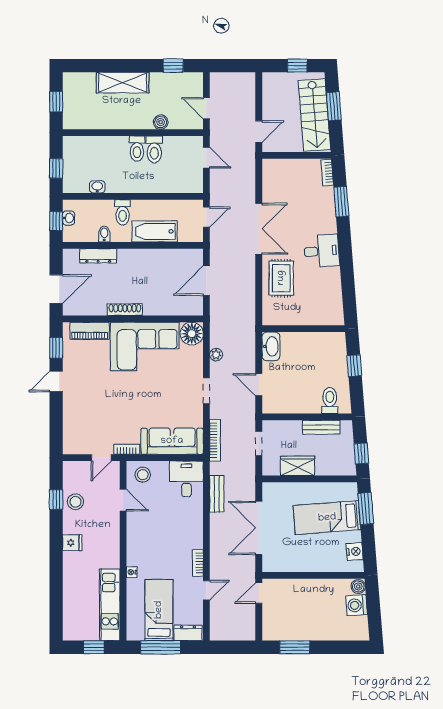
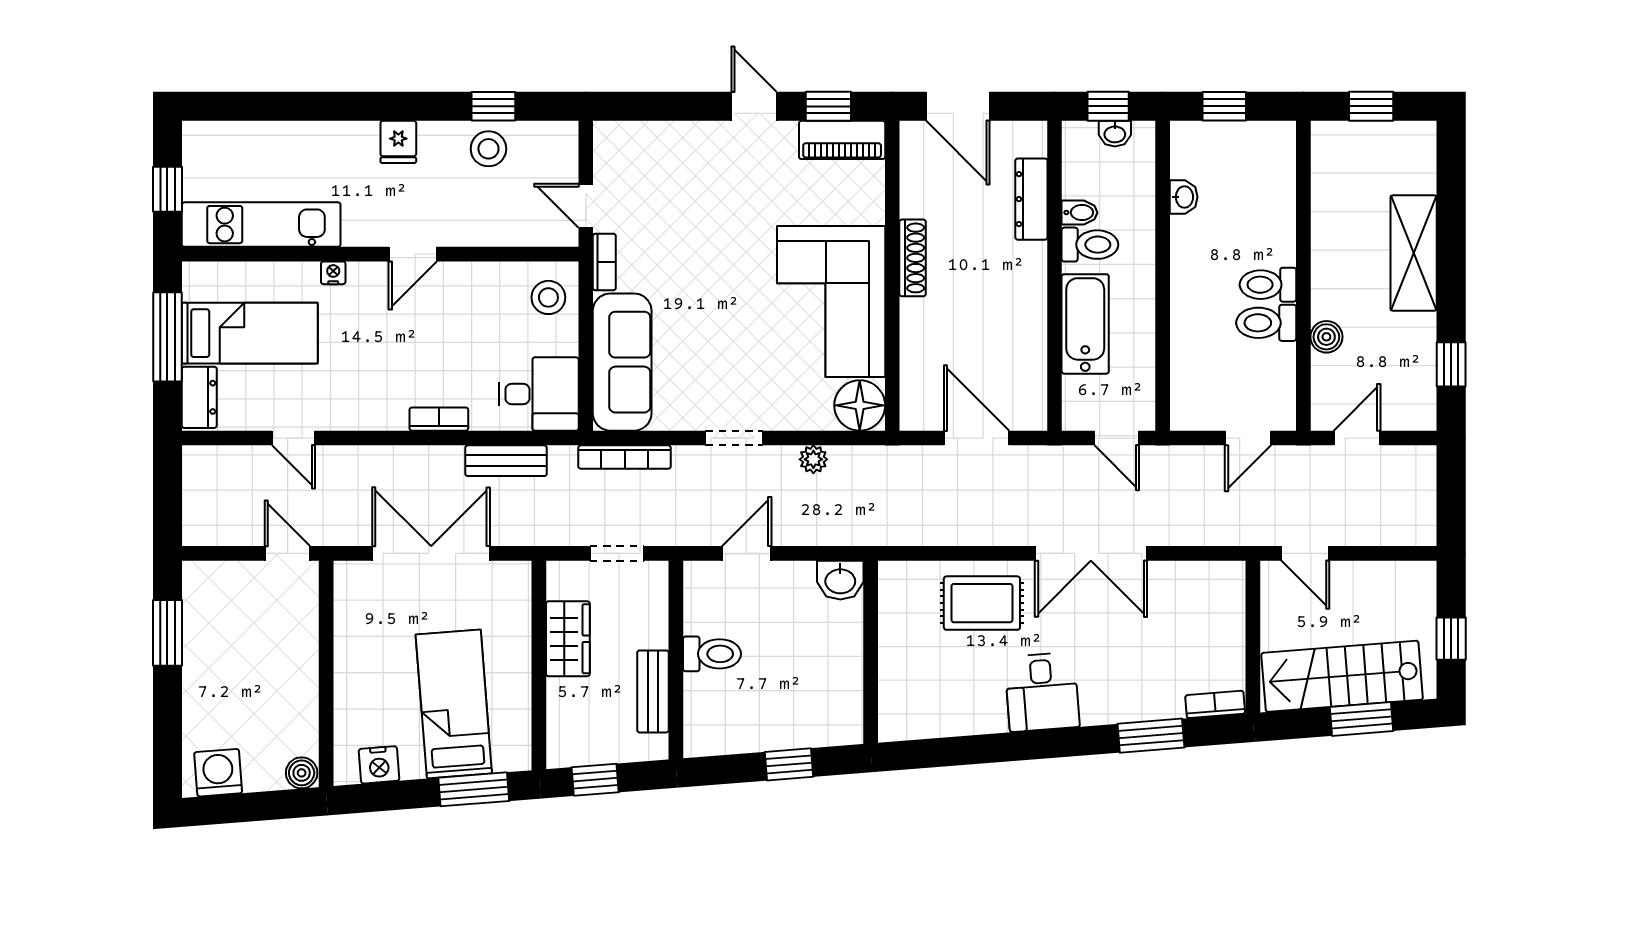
toilet: (123, 212) -> (1090, 245), moved, turned 180
piano: (90, 331) -> (842, 140), moved, turned -90
washbasin: (271, 346) -> (840, 580), width x0.72
toilet: (330, 400) -> (712, 654), moved
door: (123, 500) -> (413, 254), moved
bookcase: (198, 563) -> (439, 419), moved
washing machine: (357, 605) -> (218, 773), moved

